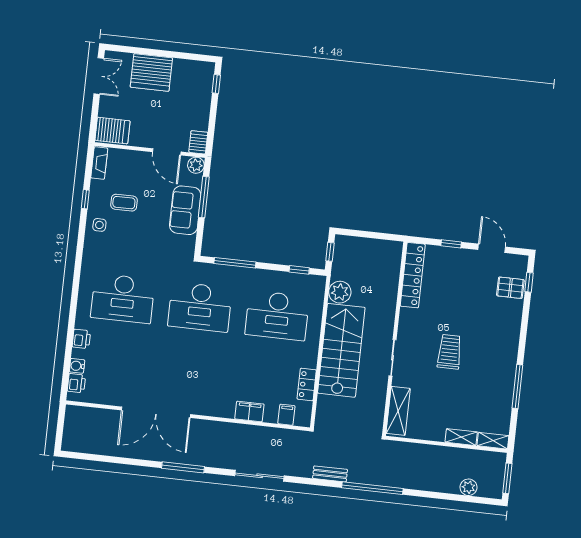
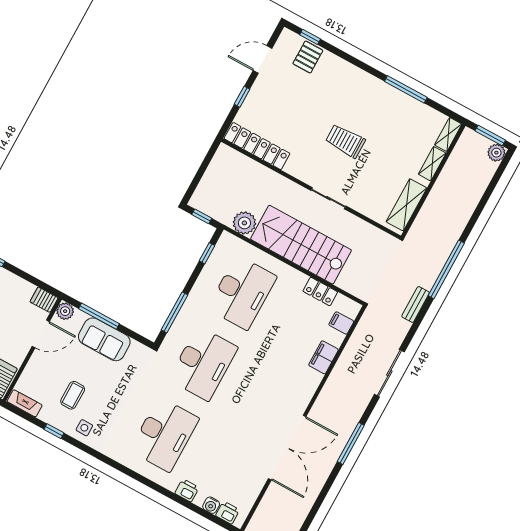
shelving: (398, 411) -> (407, 205), moved, turned 90
plant: (468, 487) -> (496, 153), moved

